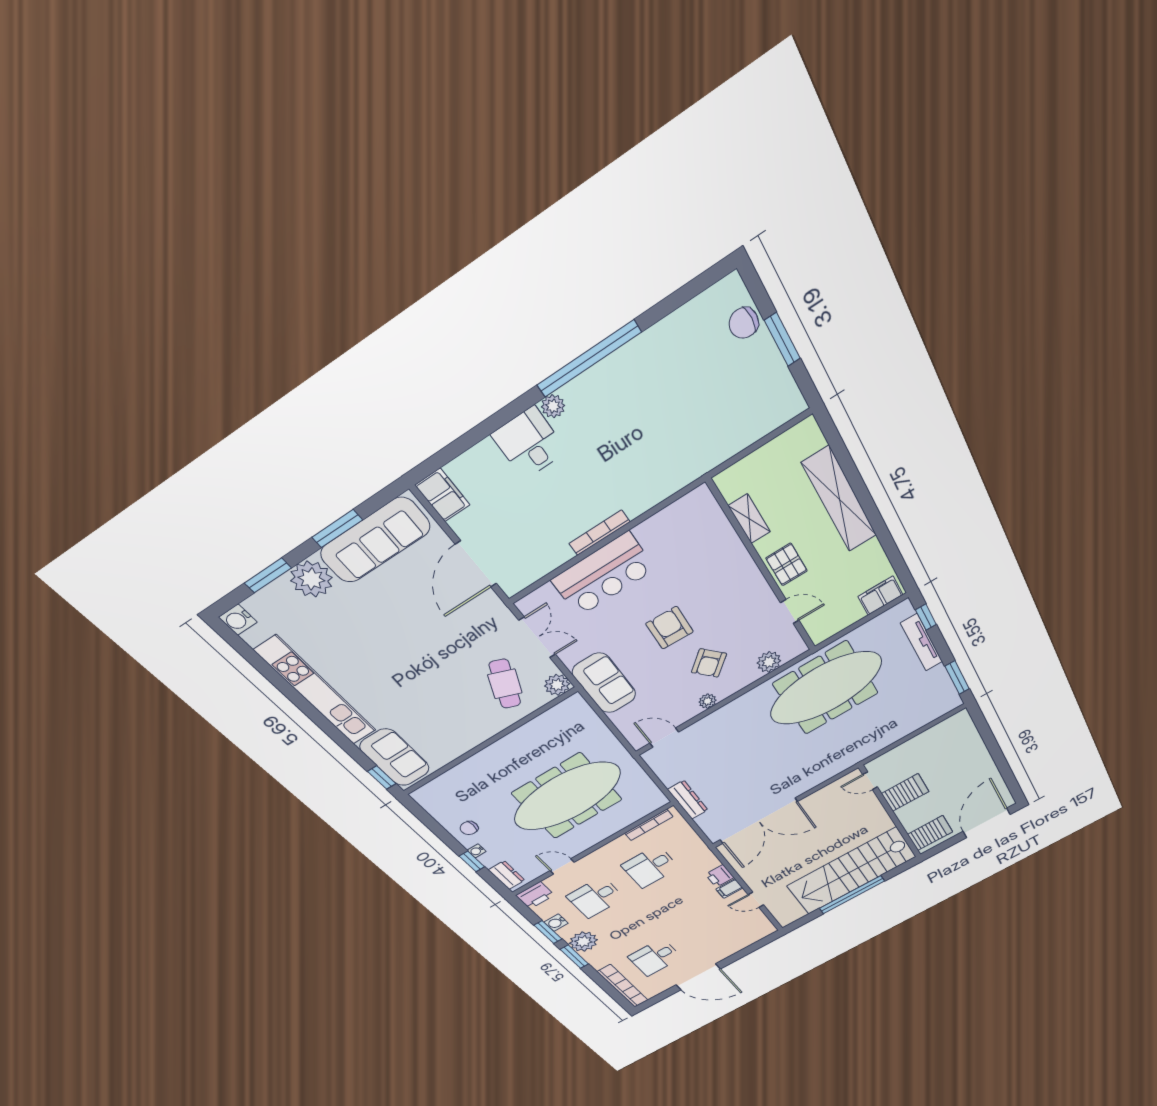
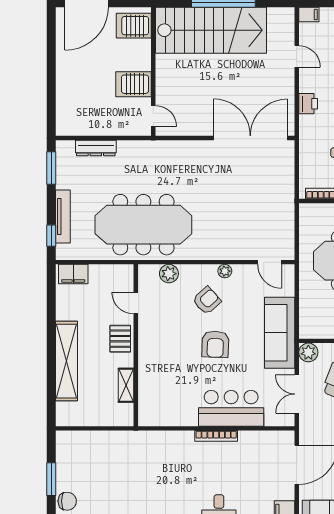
sofa: (604, 683) -> (280, 333), width x1.36
dresser: (688, 800) -> (96, 148), moved, turned -90
filing cabinet: (729, 888) -> (309, 15), moved

